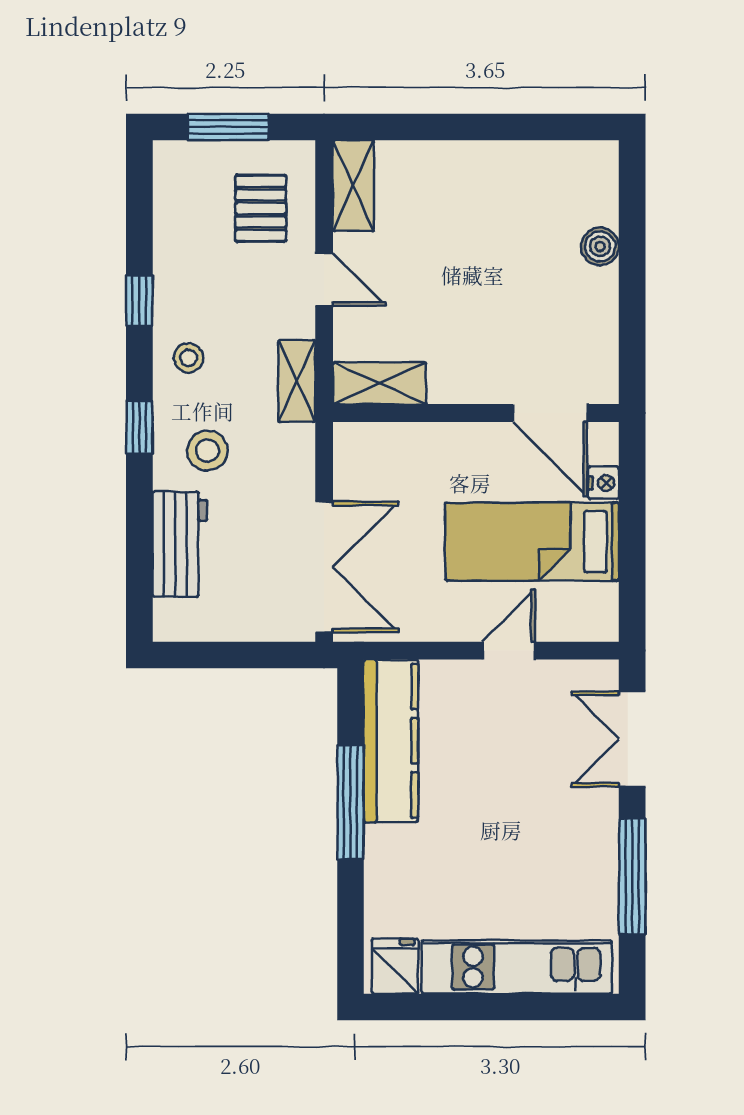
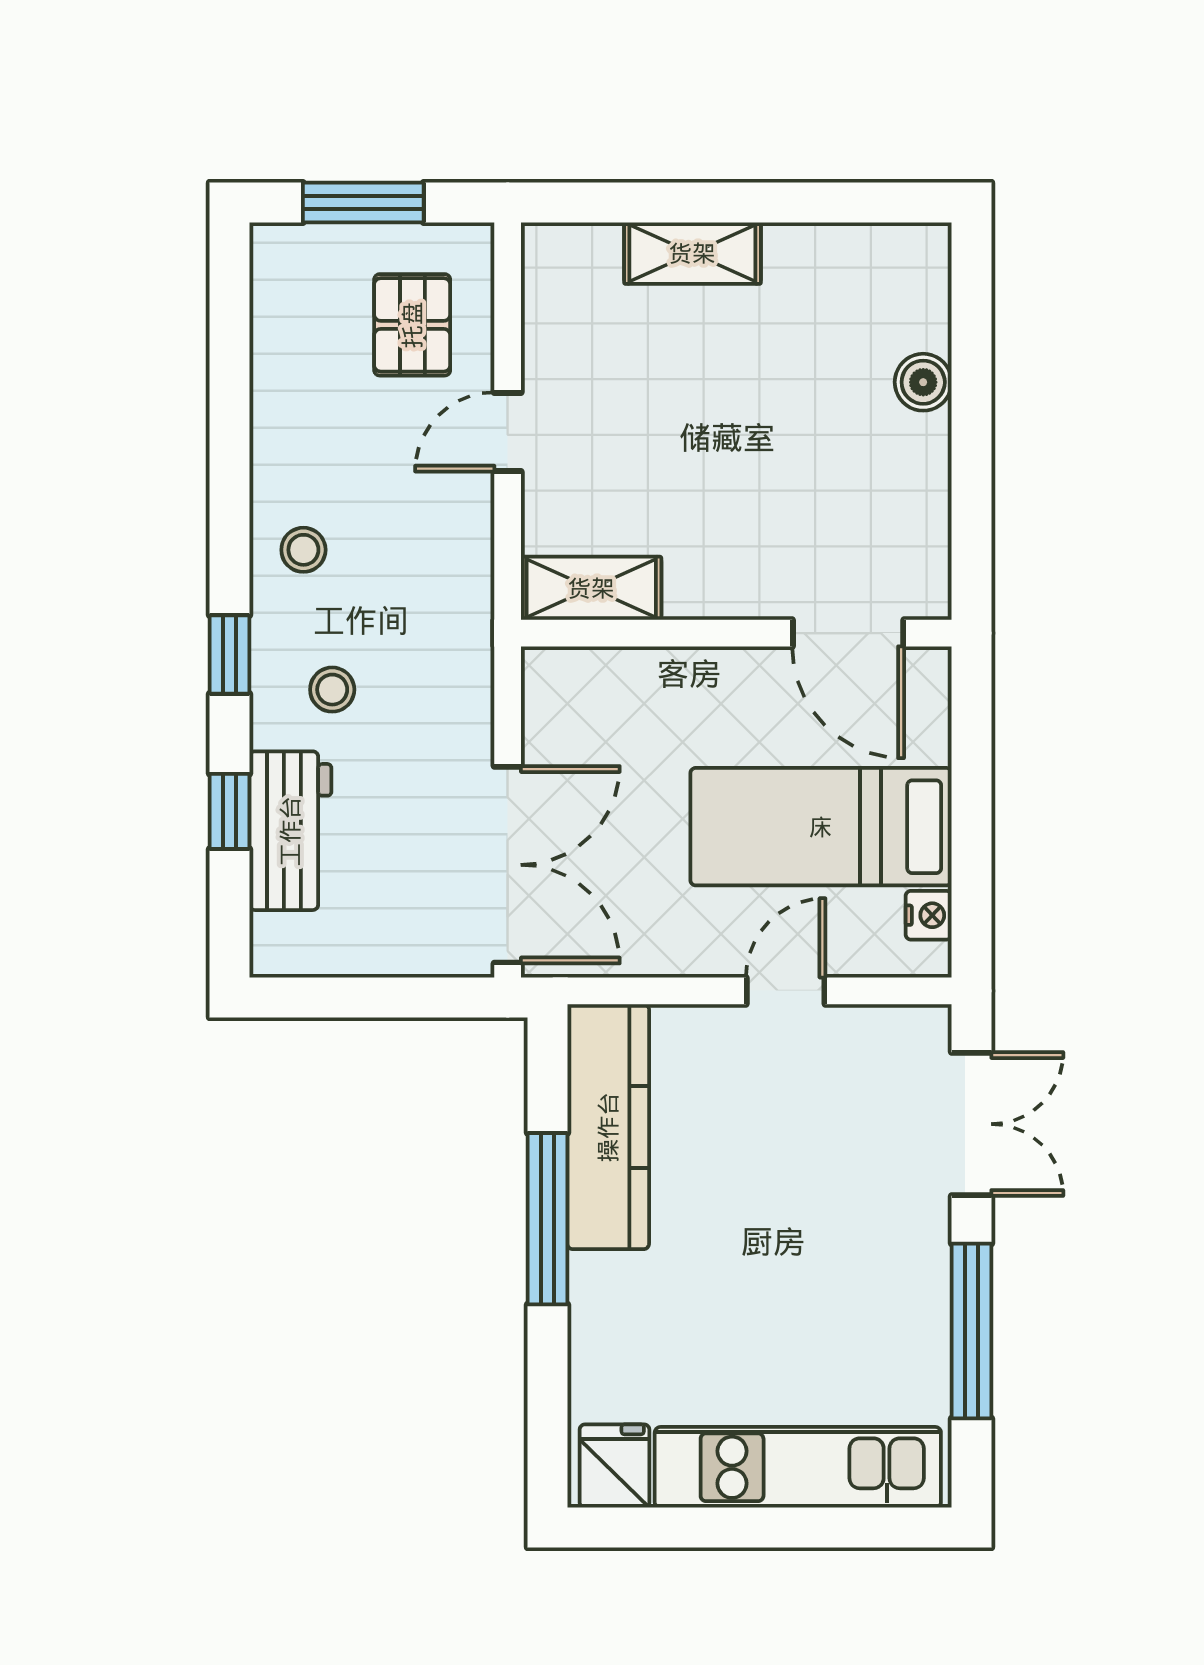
shelving: (353, 186) -> (692, 253), moved, turned 90
door: (324, 279) -> (508, 432), swing flipped
window: (139, 301) -> (229, 811), moved
shelving: (297, 381) -> (467, 585), removed
stool: (208, 451) -> (332, 690), width x0.73, depth x0.73
nightstand: (604, 483) -> (929, 915), moved
double door: (632, 739) -> (971, 1124), swing flipped

